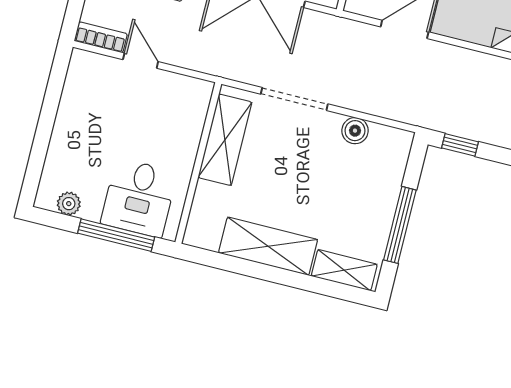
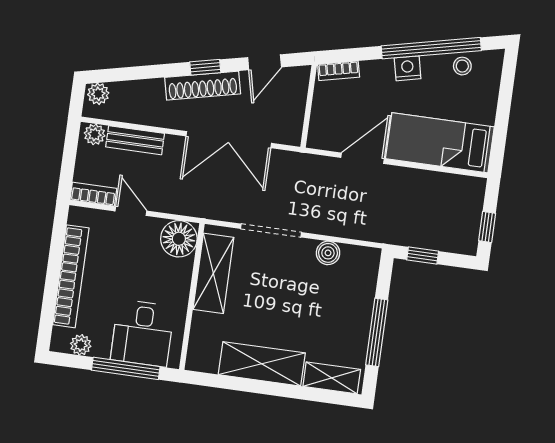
floor lamp: (191, 97) -> (179, 239), added
bookcase: (66, 126) -> (71, 276), added

